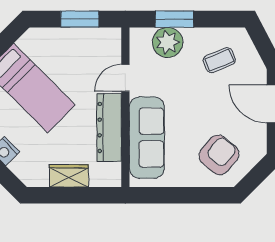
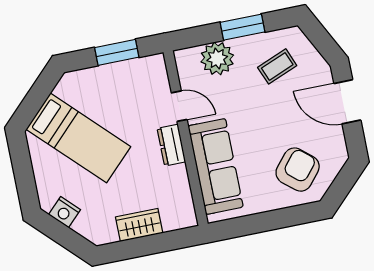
window: (174, 19) -> (242, 27), moved
door: (125, 78) -> (179, 106), swing flipped
dresser: (109, 127) -> (171, 145), width x0.51, depth x0.80

